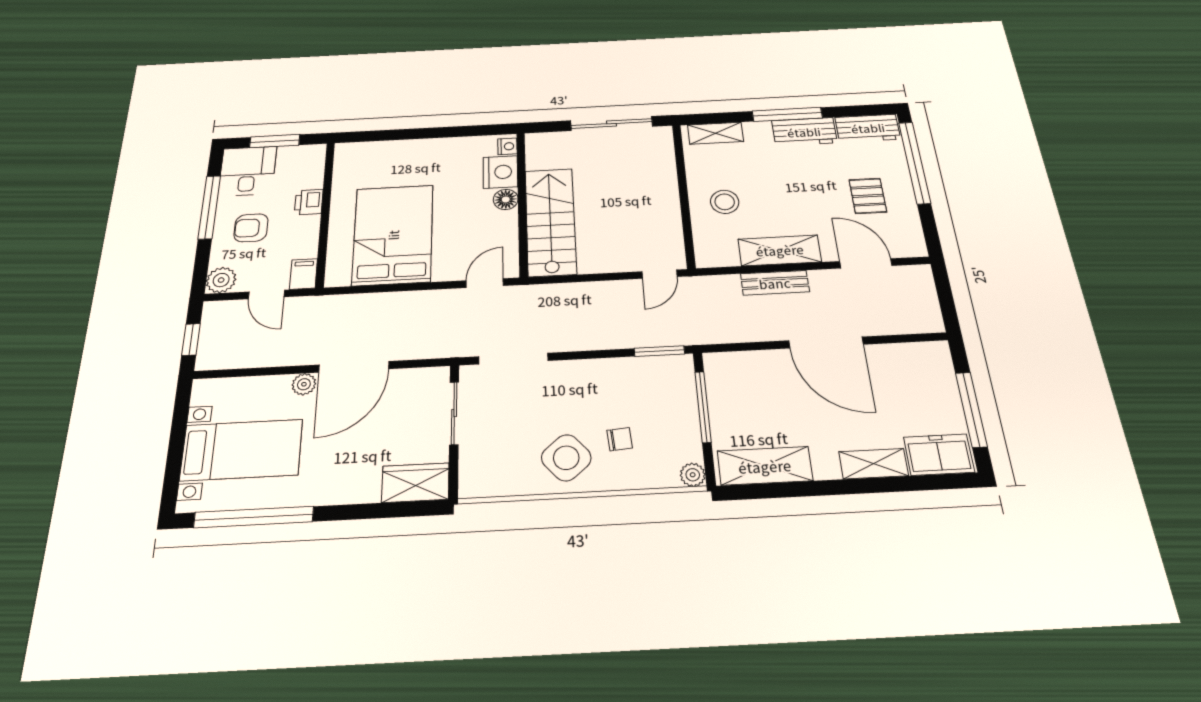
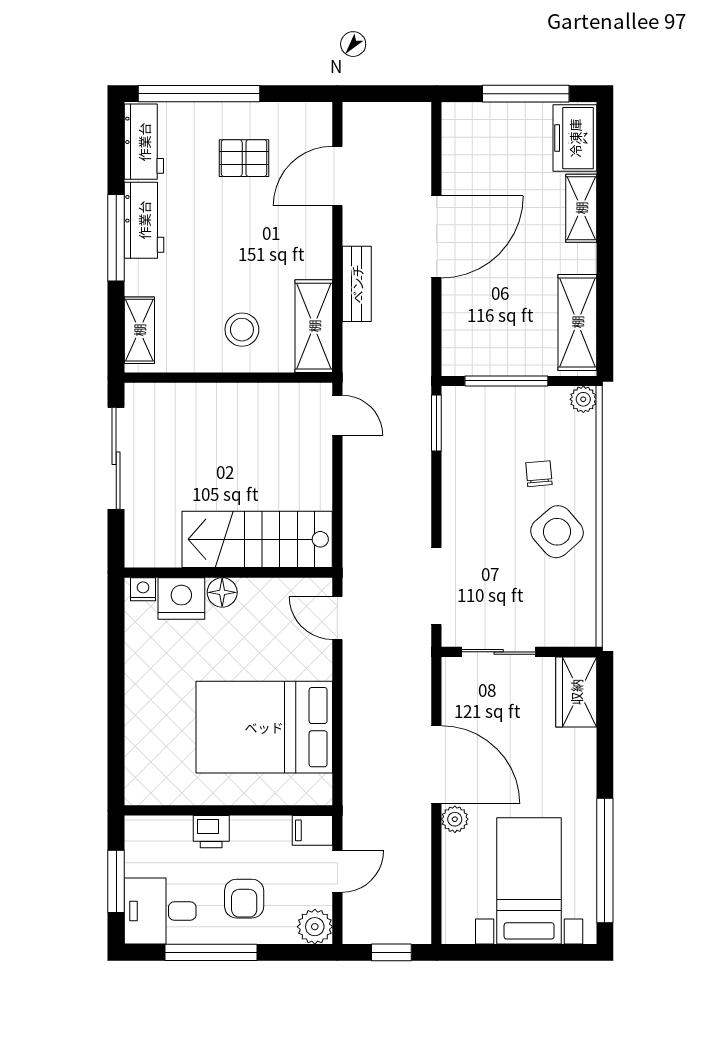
shelving: (780, 250) -> (314, 326), moved

